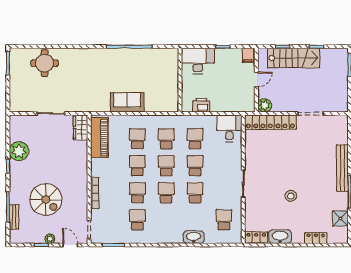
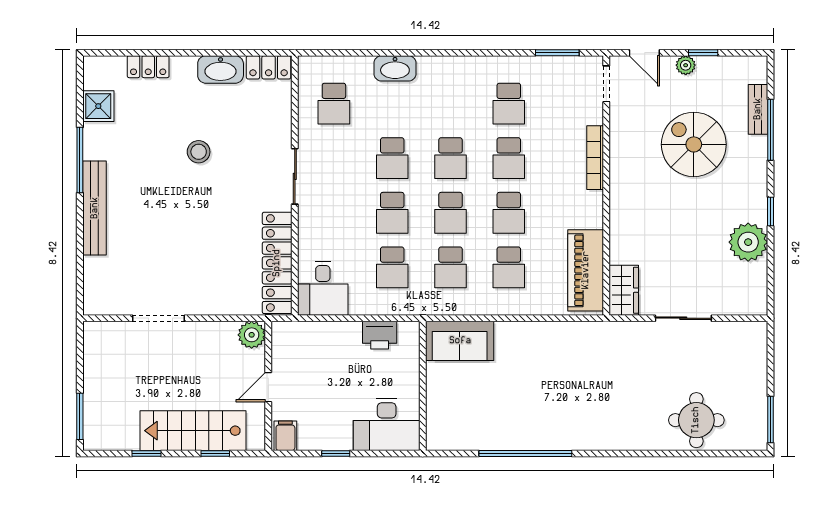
sofa: (127, 102) -> (460, 341), moved
locker: (270, 122) -> (277, 263), moved, turned -90

